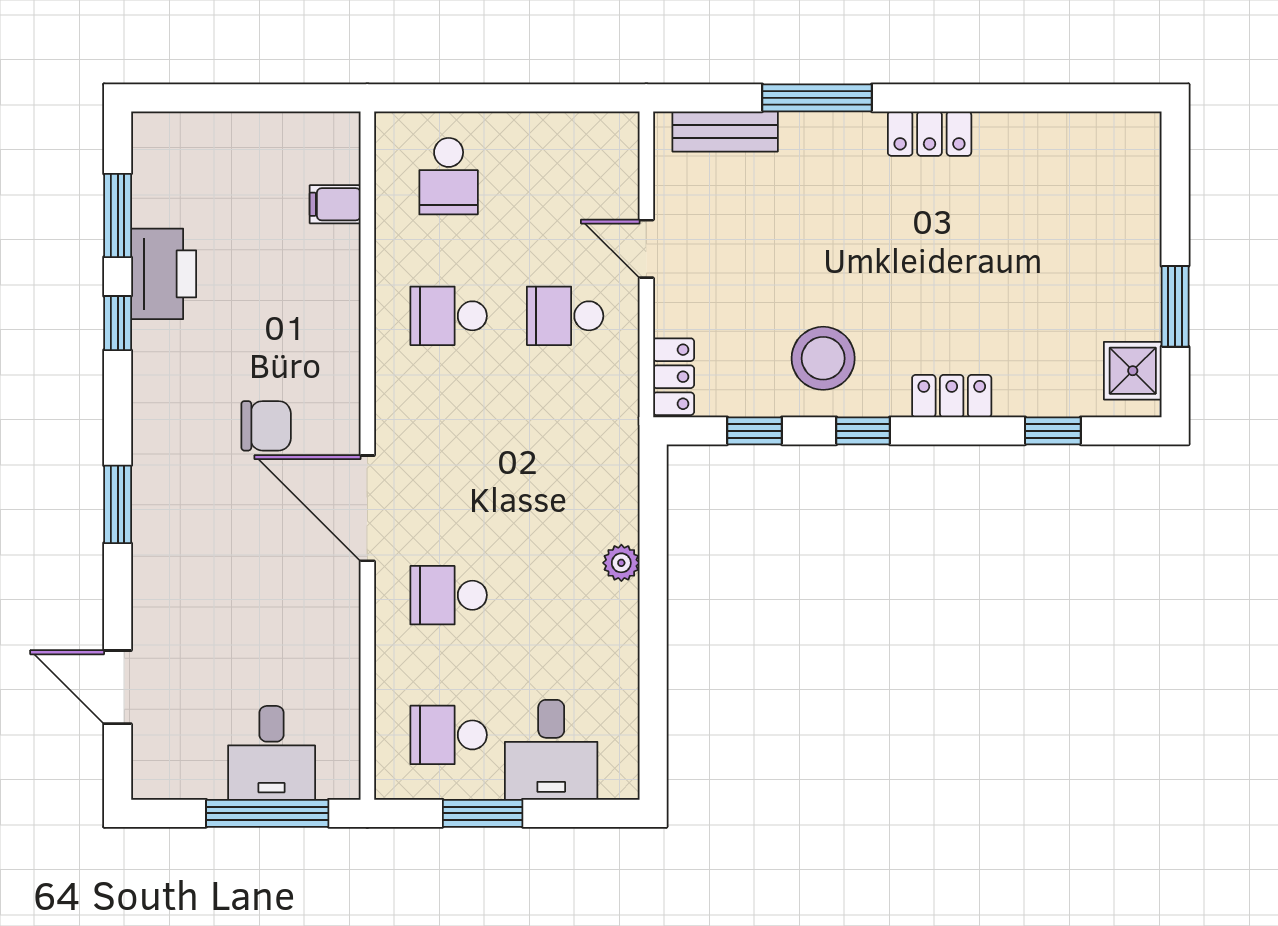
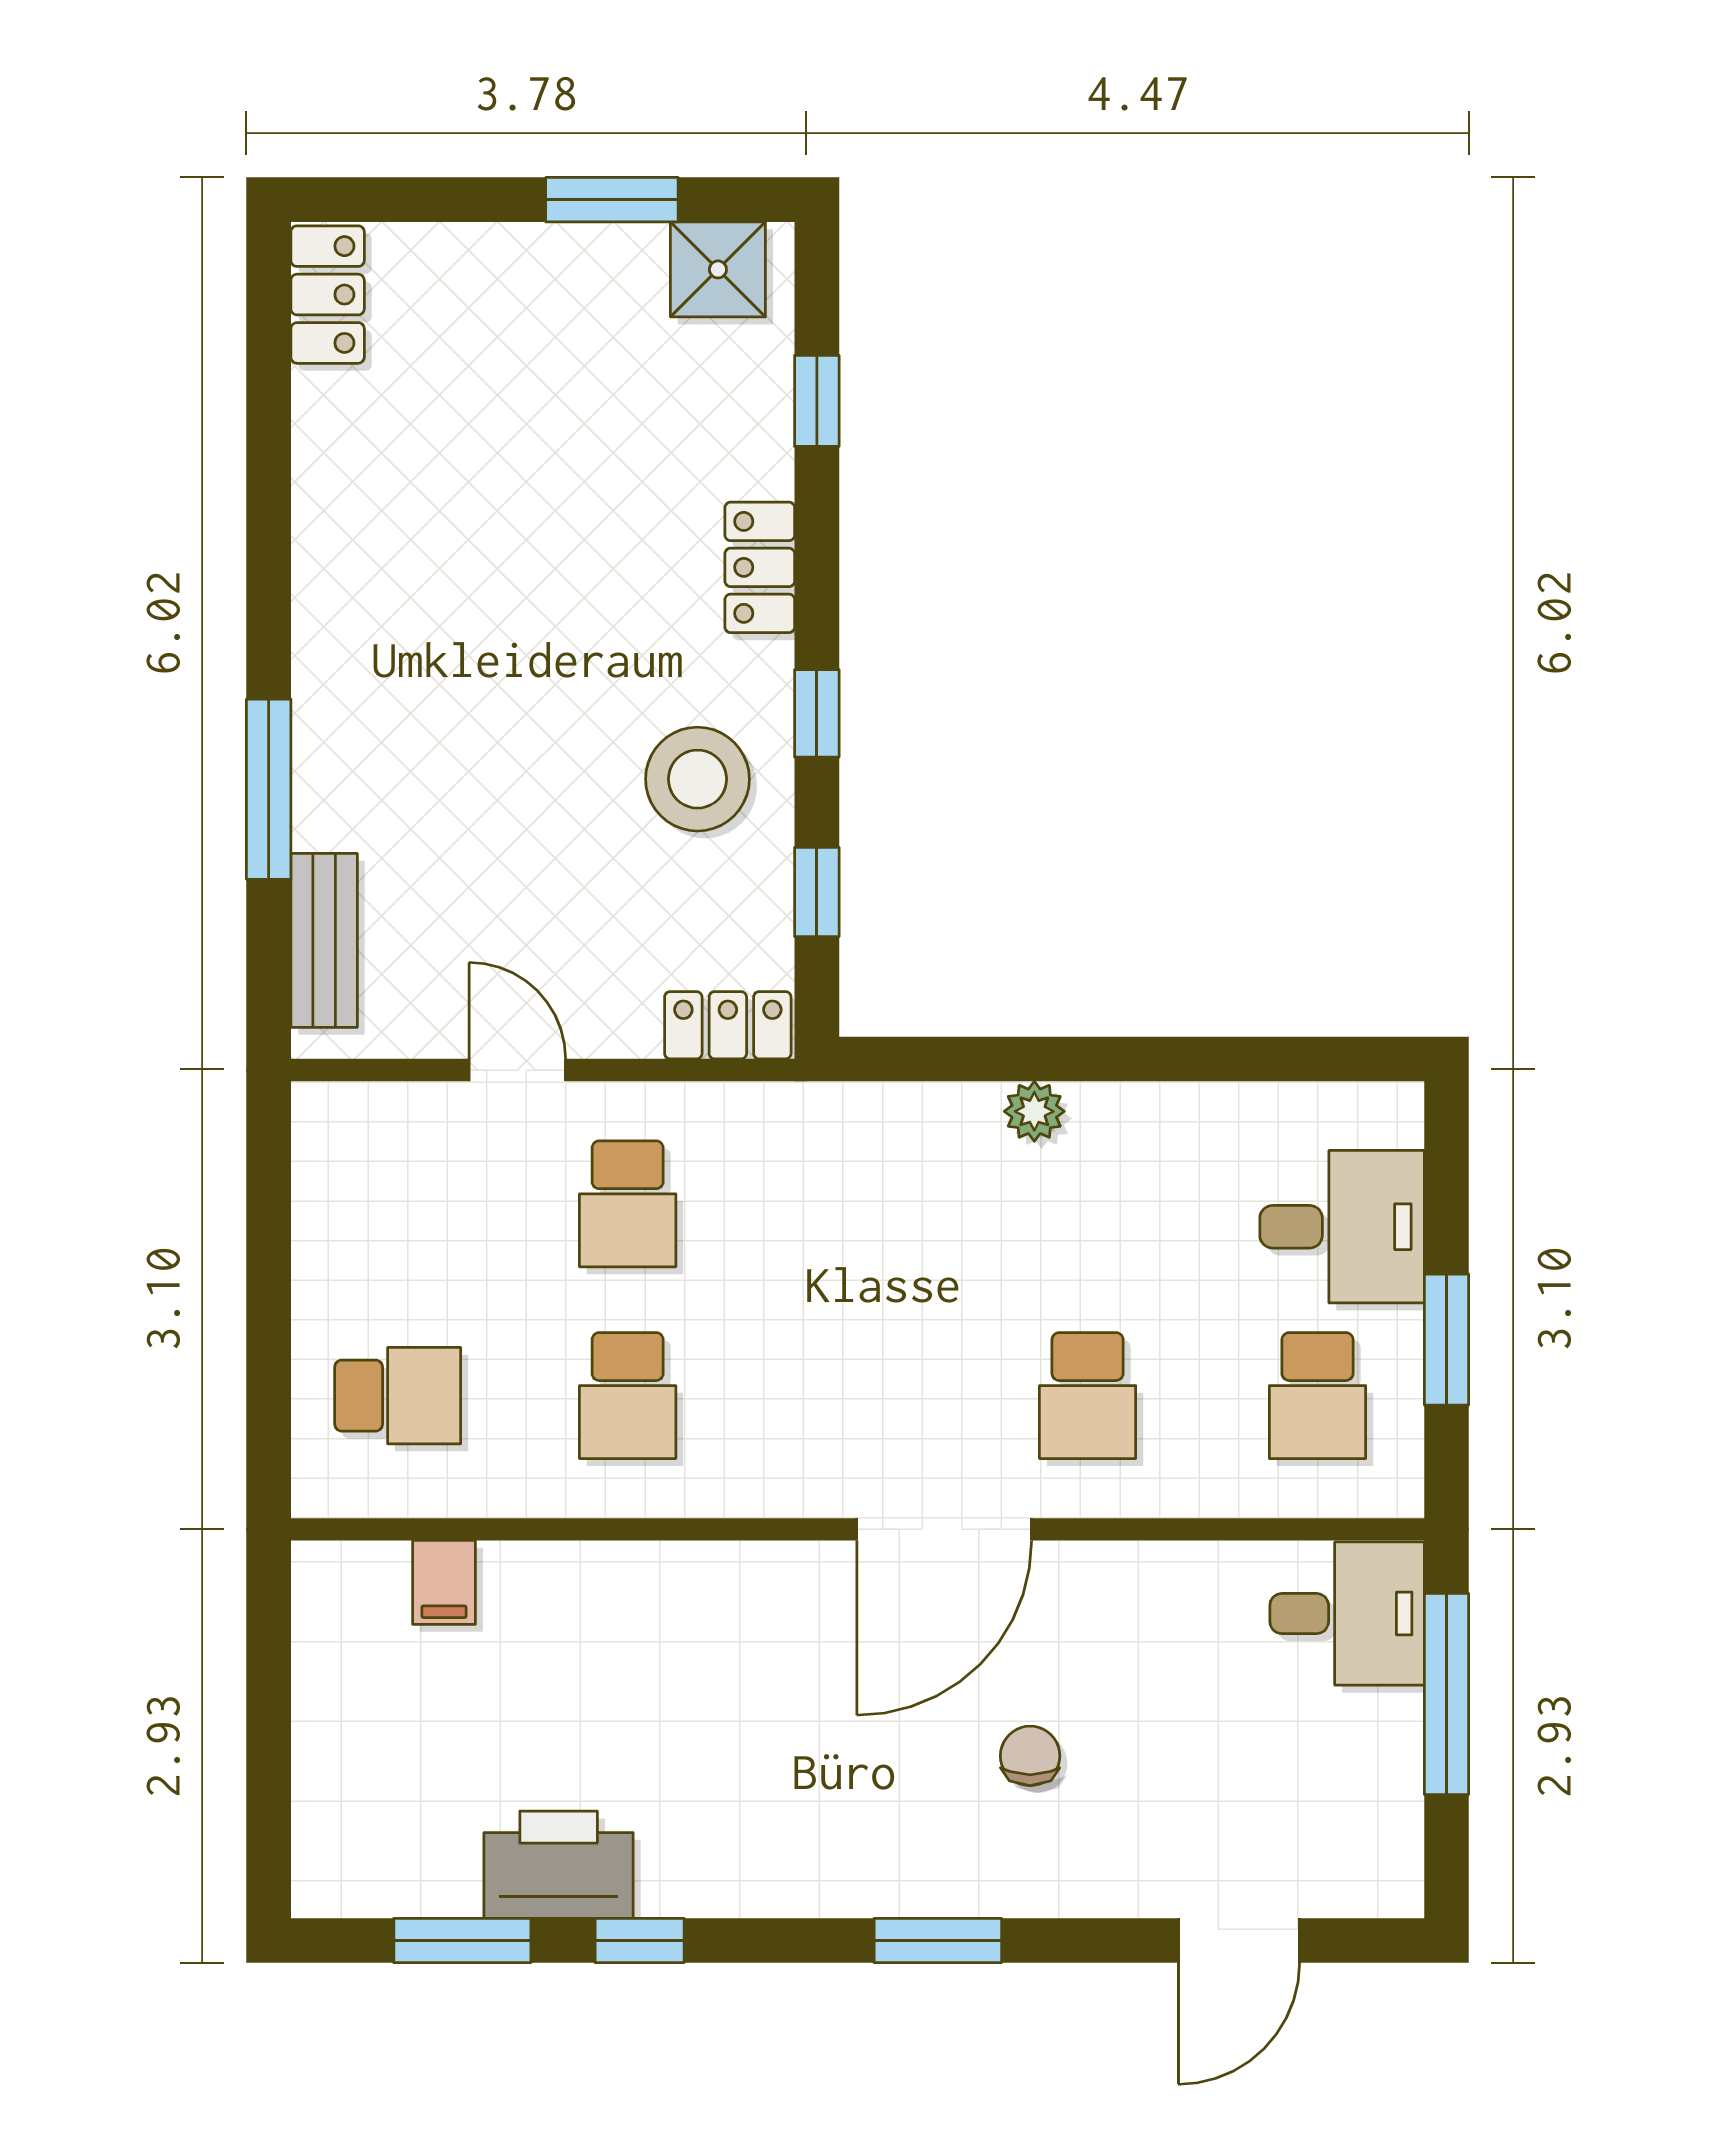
locker: (930, 134) -> (328, 295), moved
door: (646, 249) -> (517, 1070), swing flipped
chair: (266, 426) -> (1030, 1756), moved, width x0.73, depth x0.73
desk: (272, 753) -> (1347, 1614), moved

